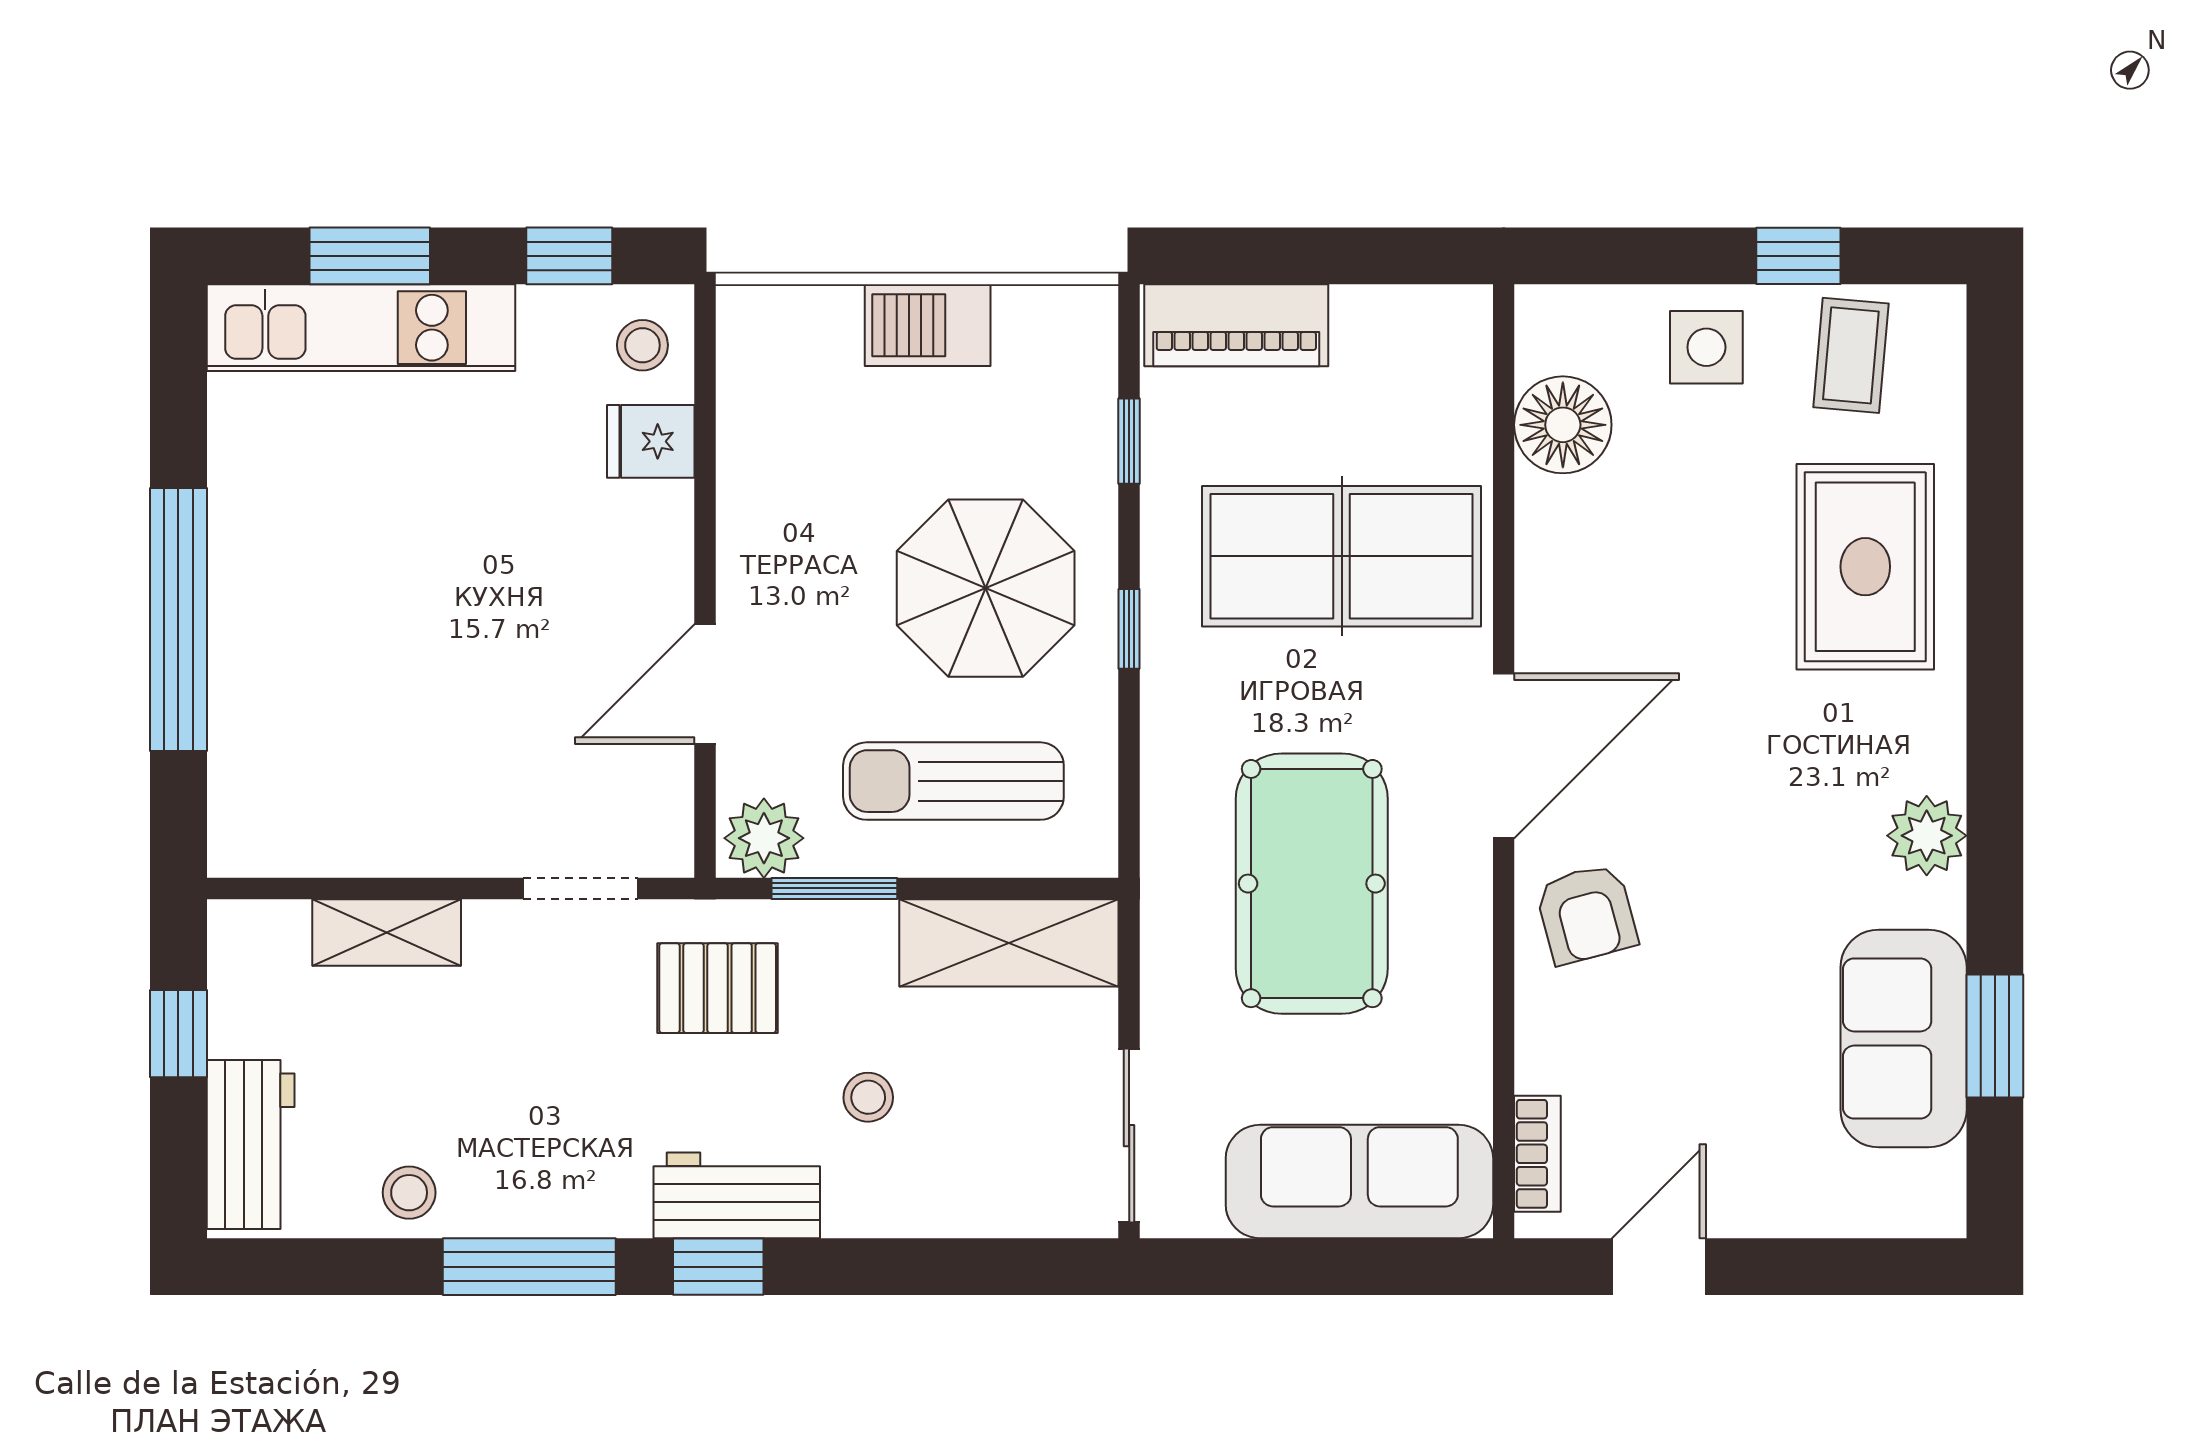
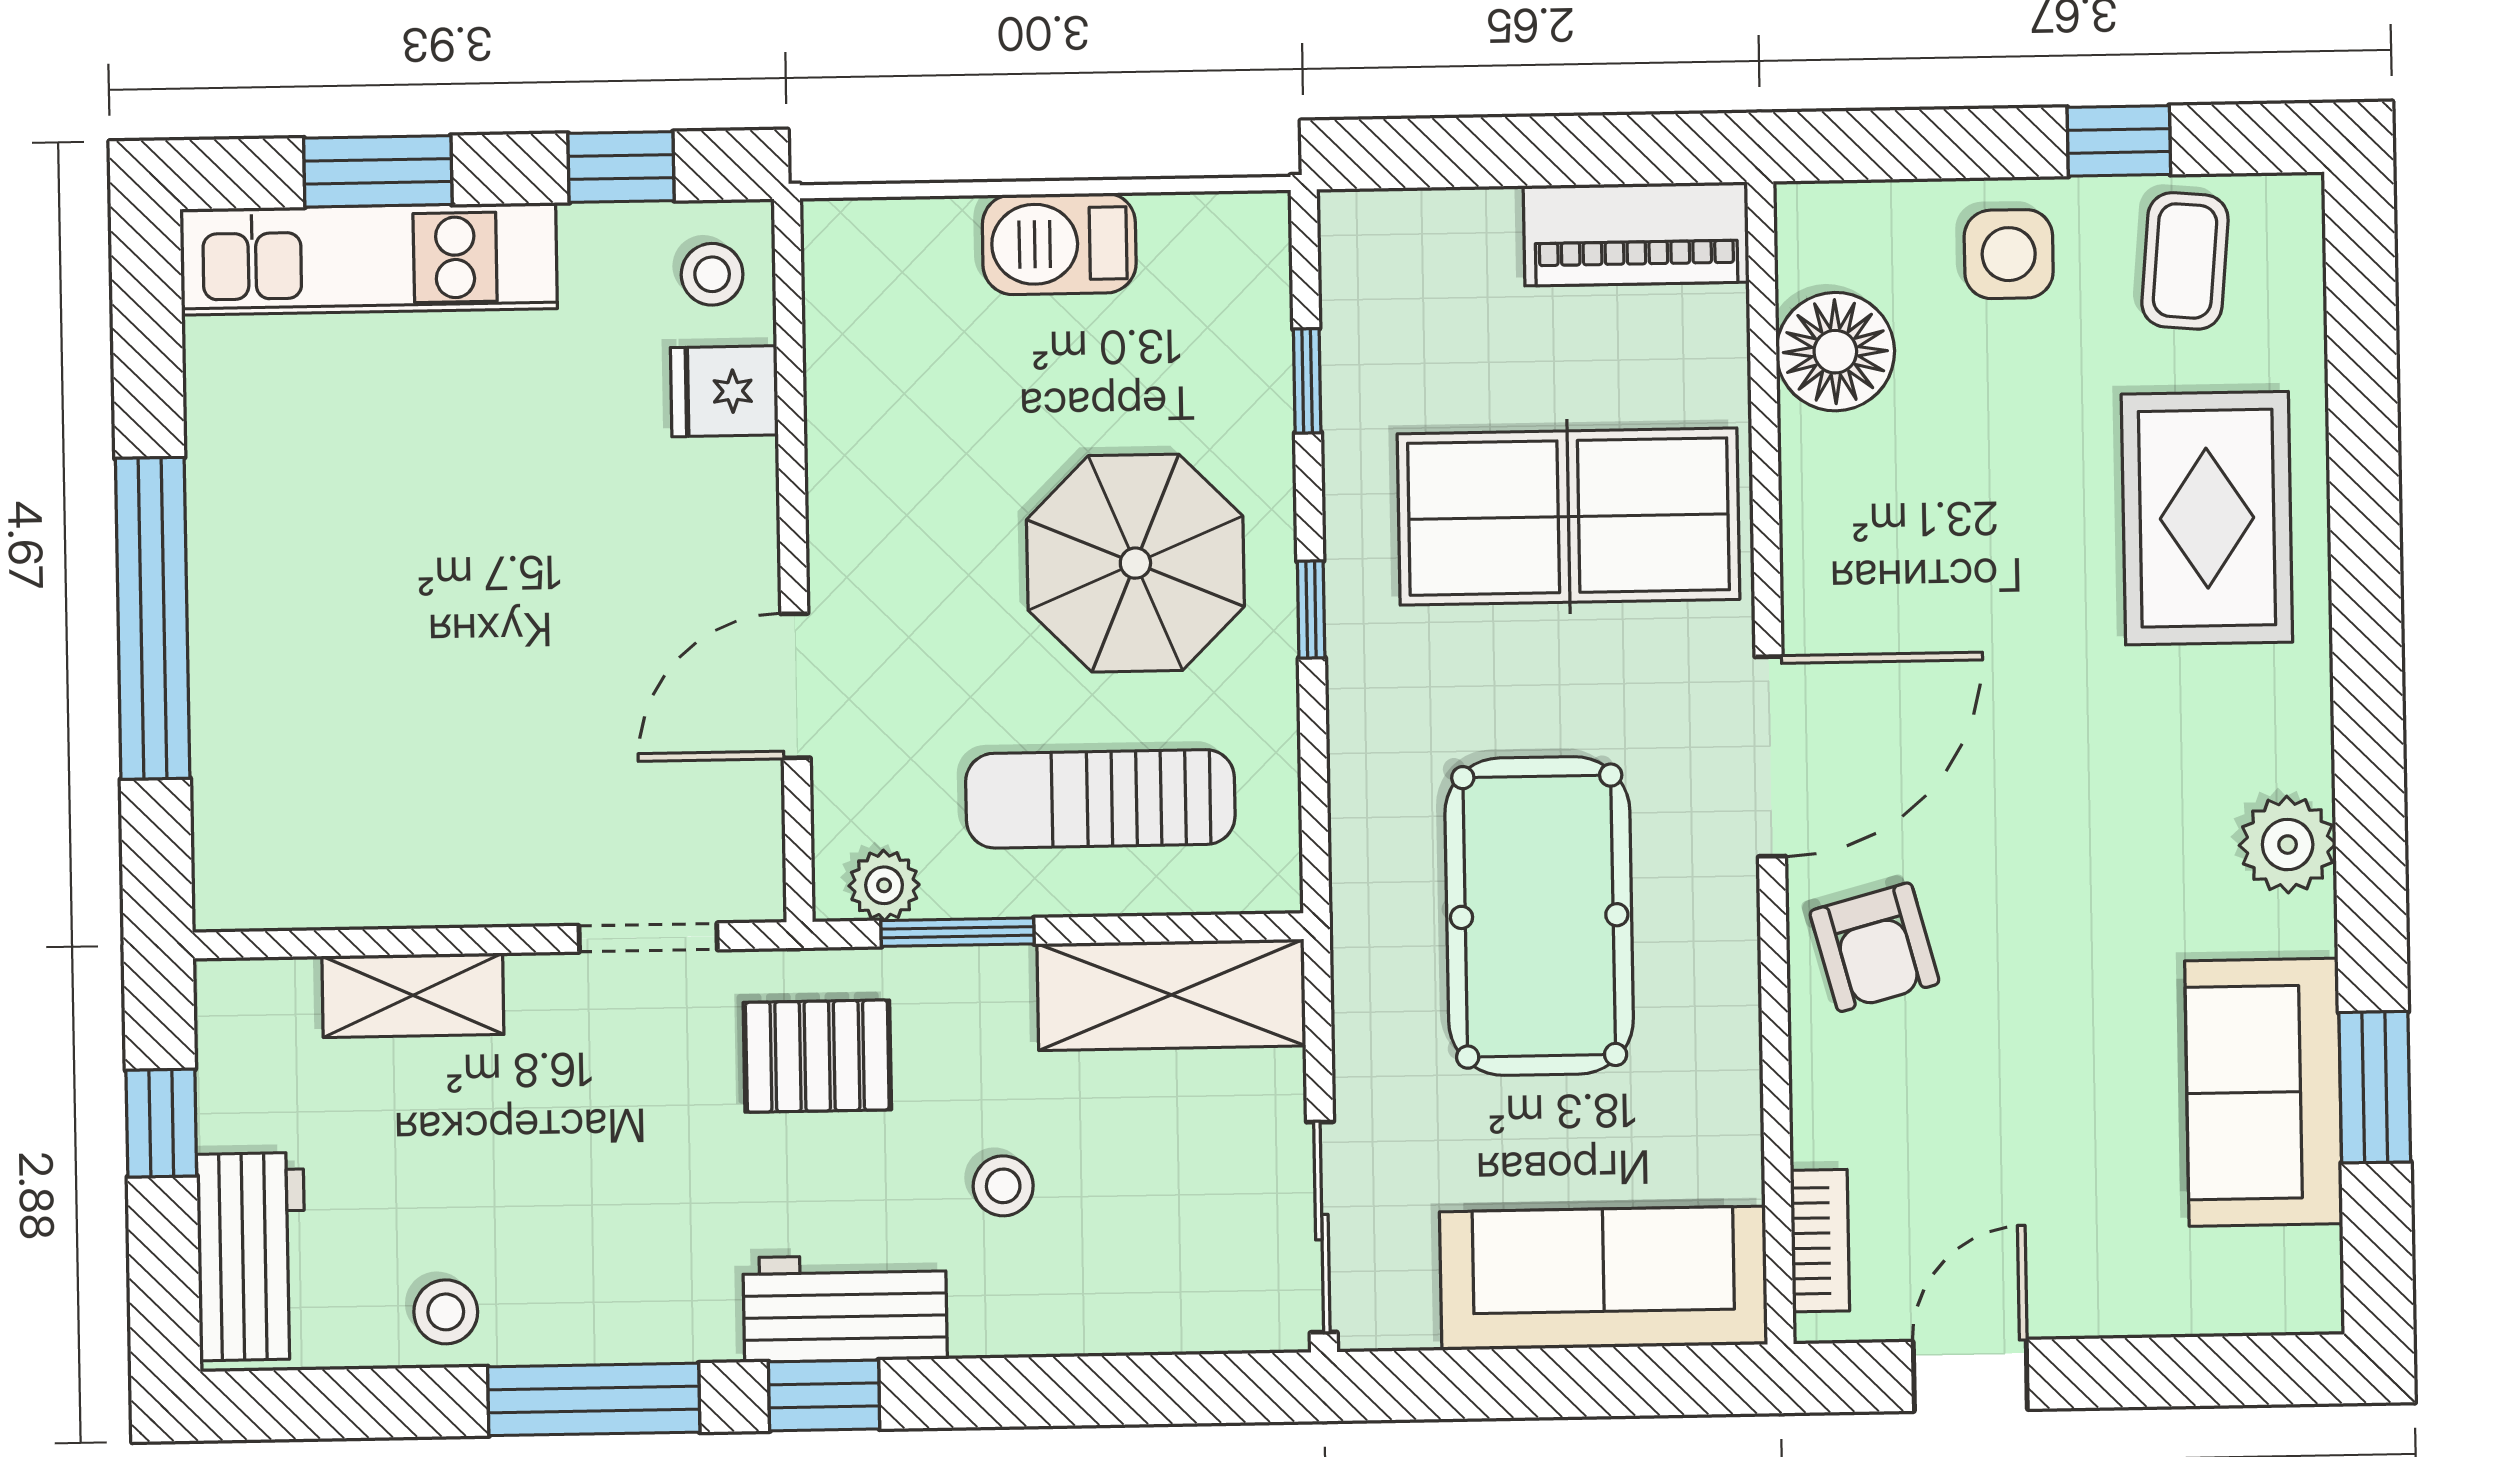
piano: (1236, 325) -> (1636, 234), moved
plant: (764, 838) -> (884, 885), width x0.73, depth x0.73

